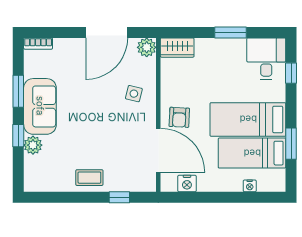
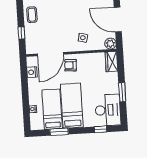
desk: (266, 59) -> (108, 110), width x1.37

